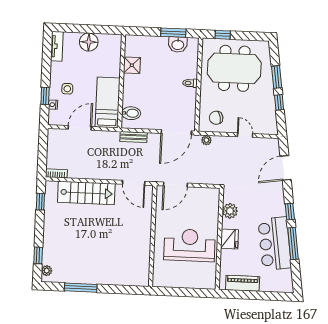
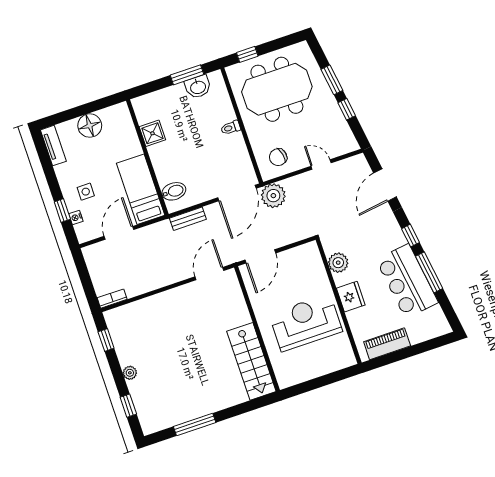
plant: (206, 140) -> (273, 196), width x1.88, depth x1.88
door: (134, 183) -> (209, 274), swing flipped
stairs: (86, 193) -> (251, 361), moved, turned 90
plant: (47, 271) -> (130, 373), moved

